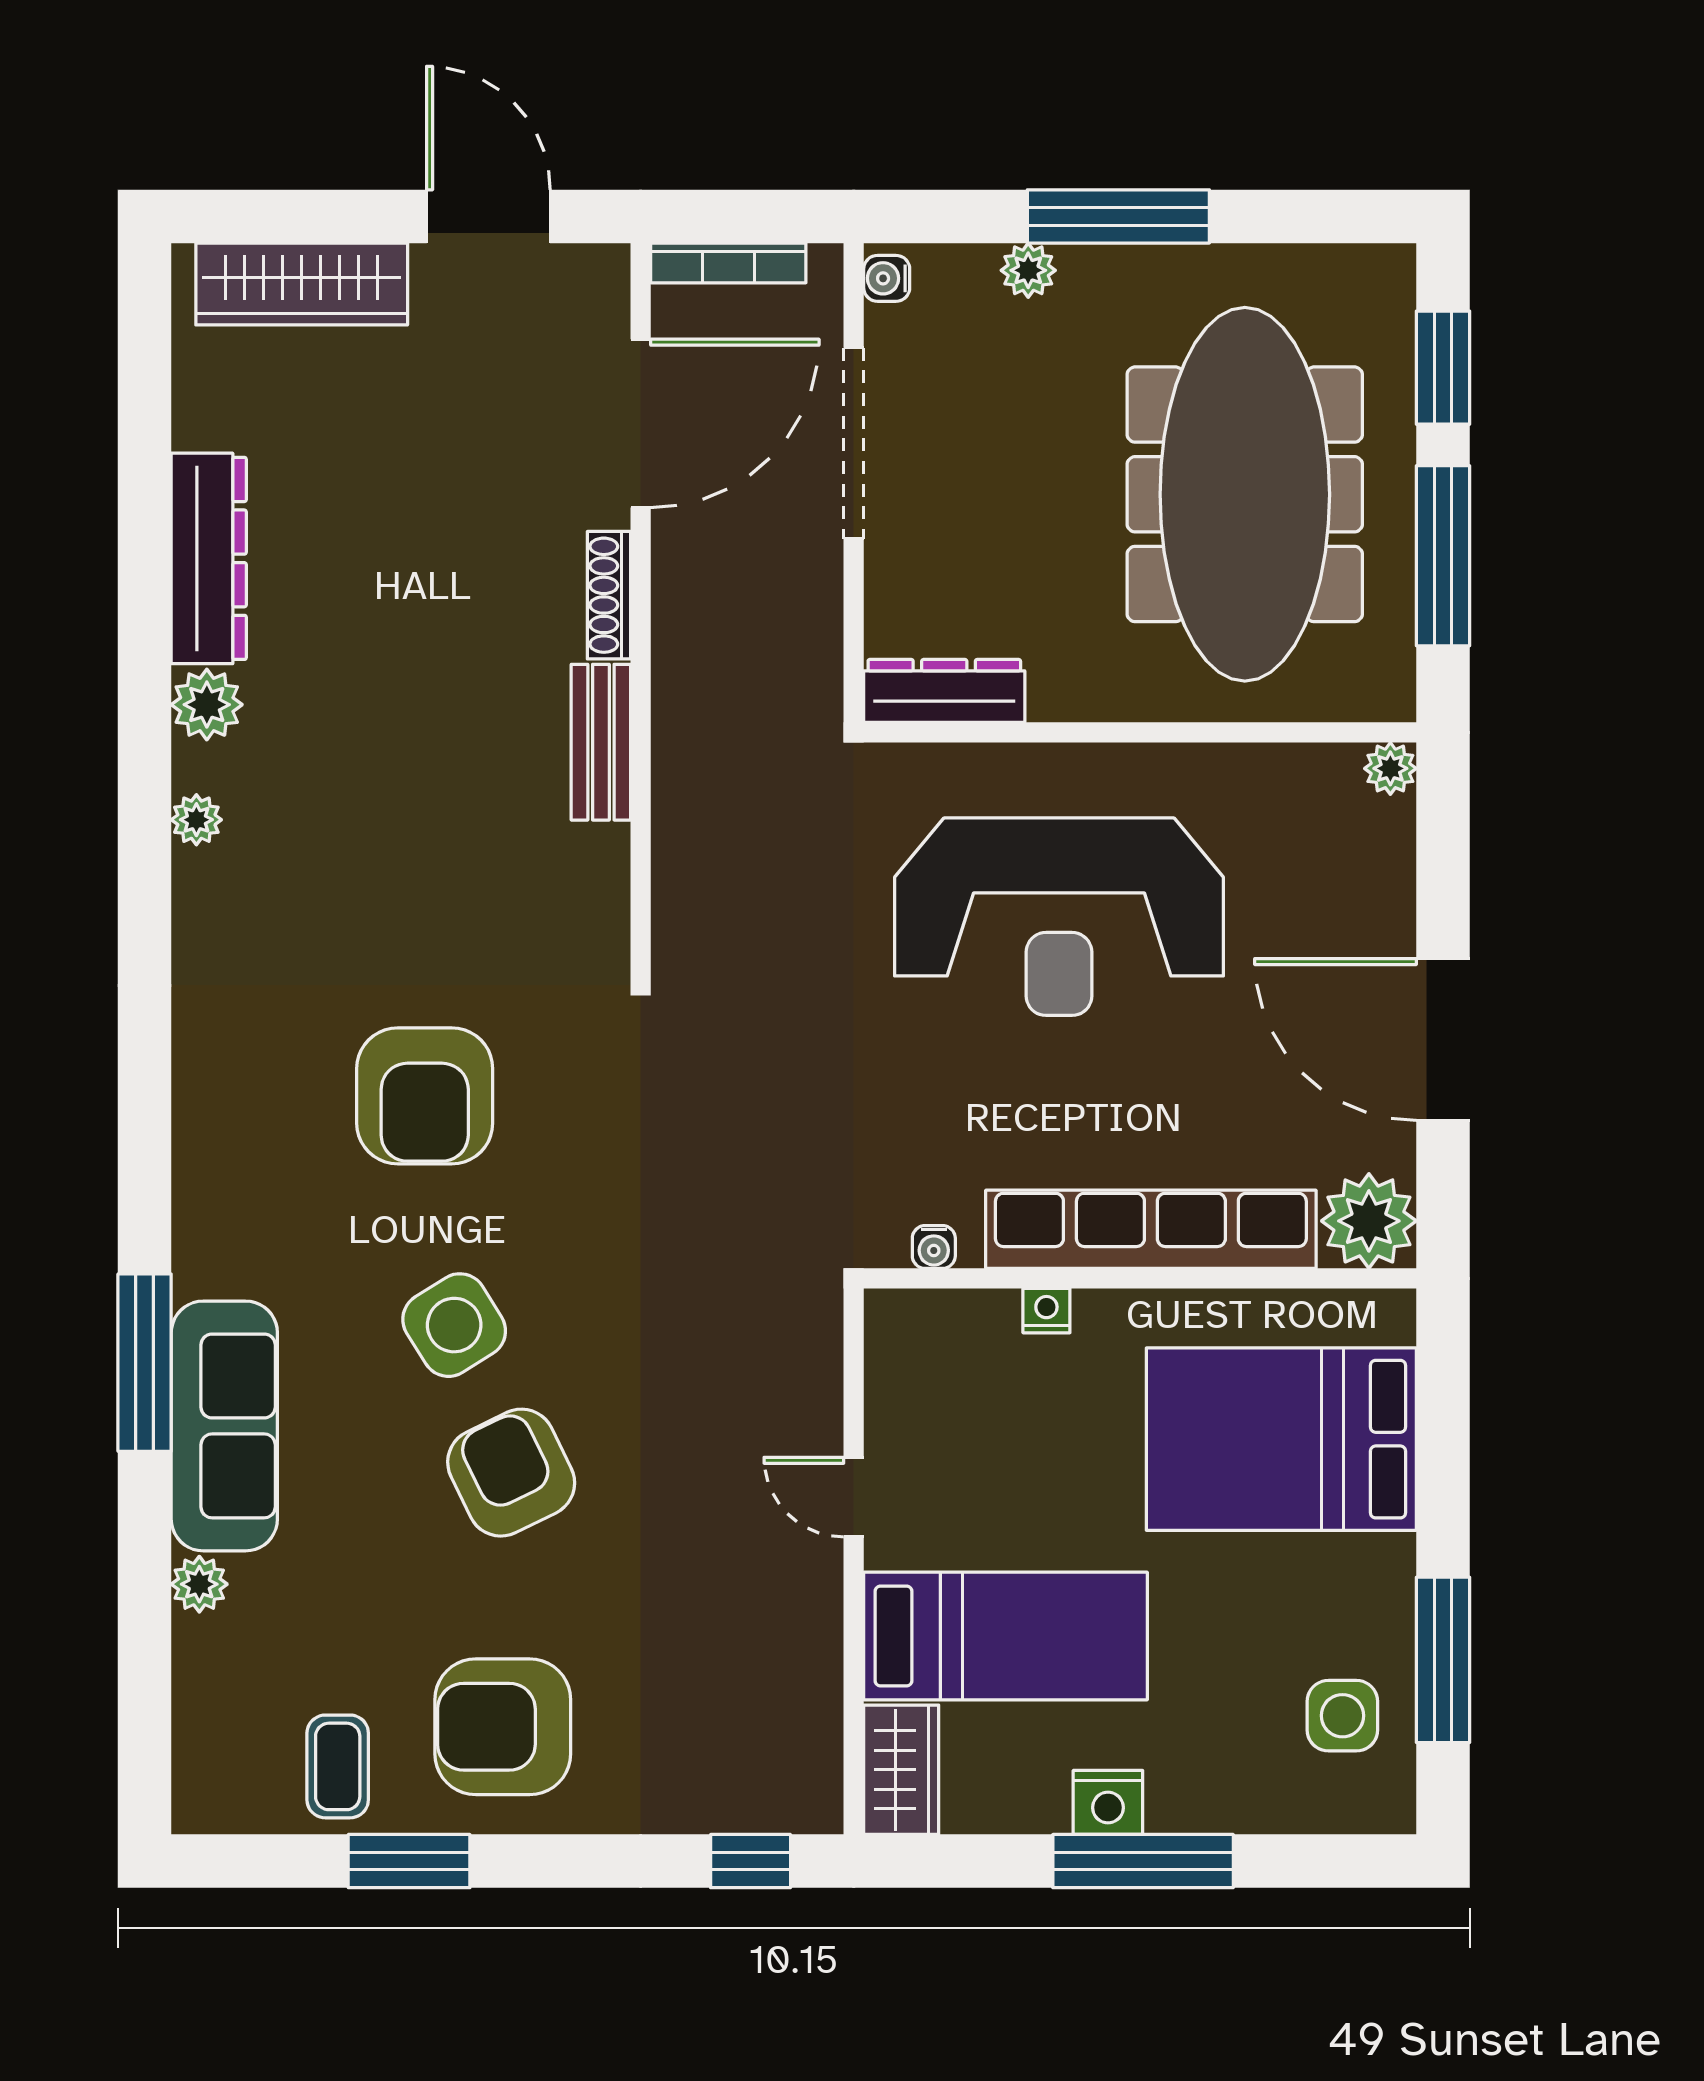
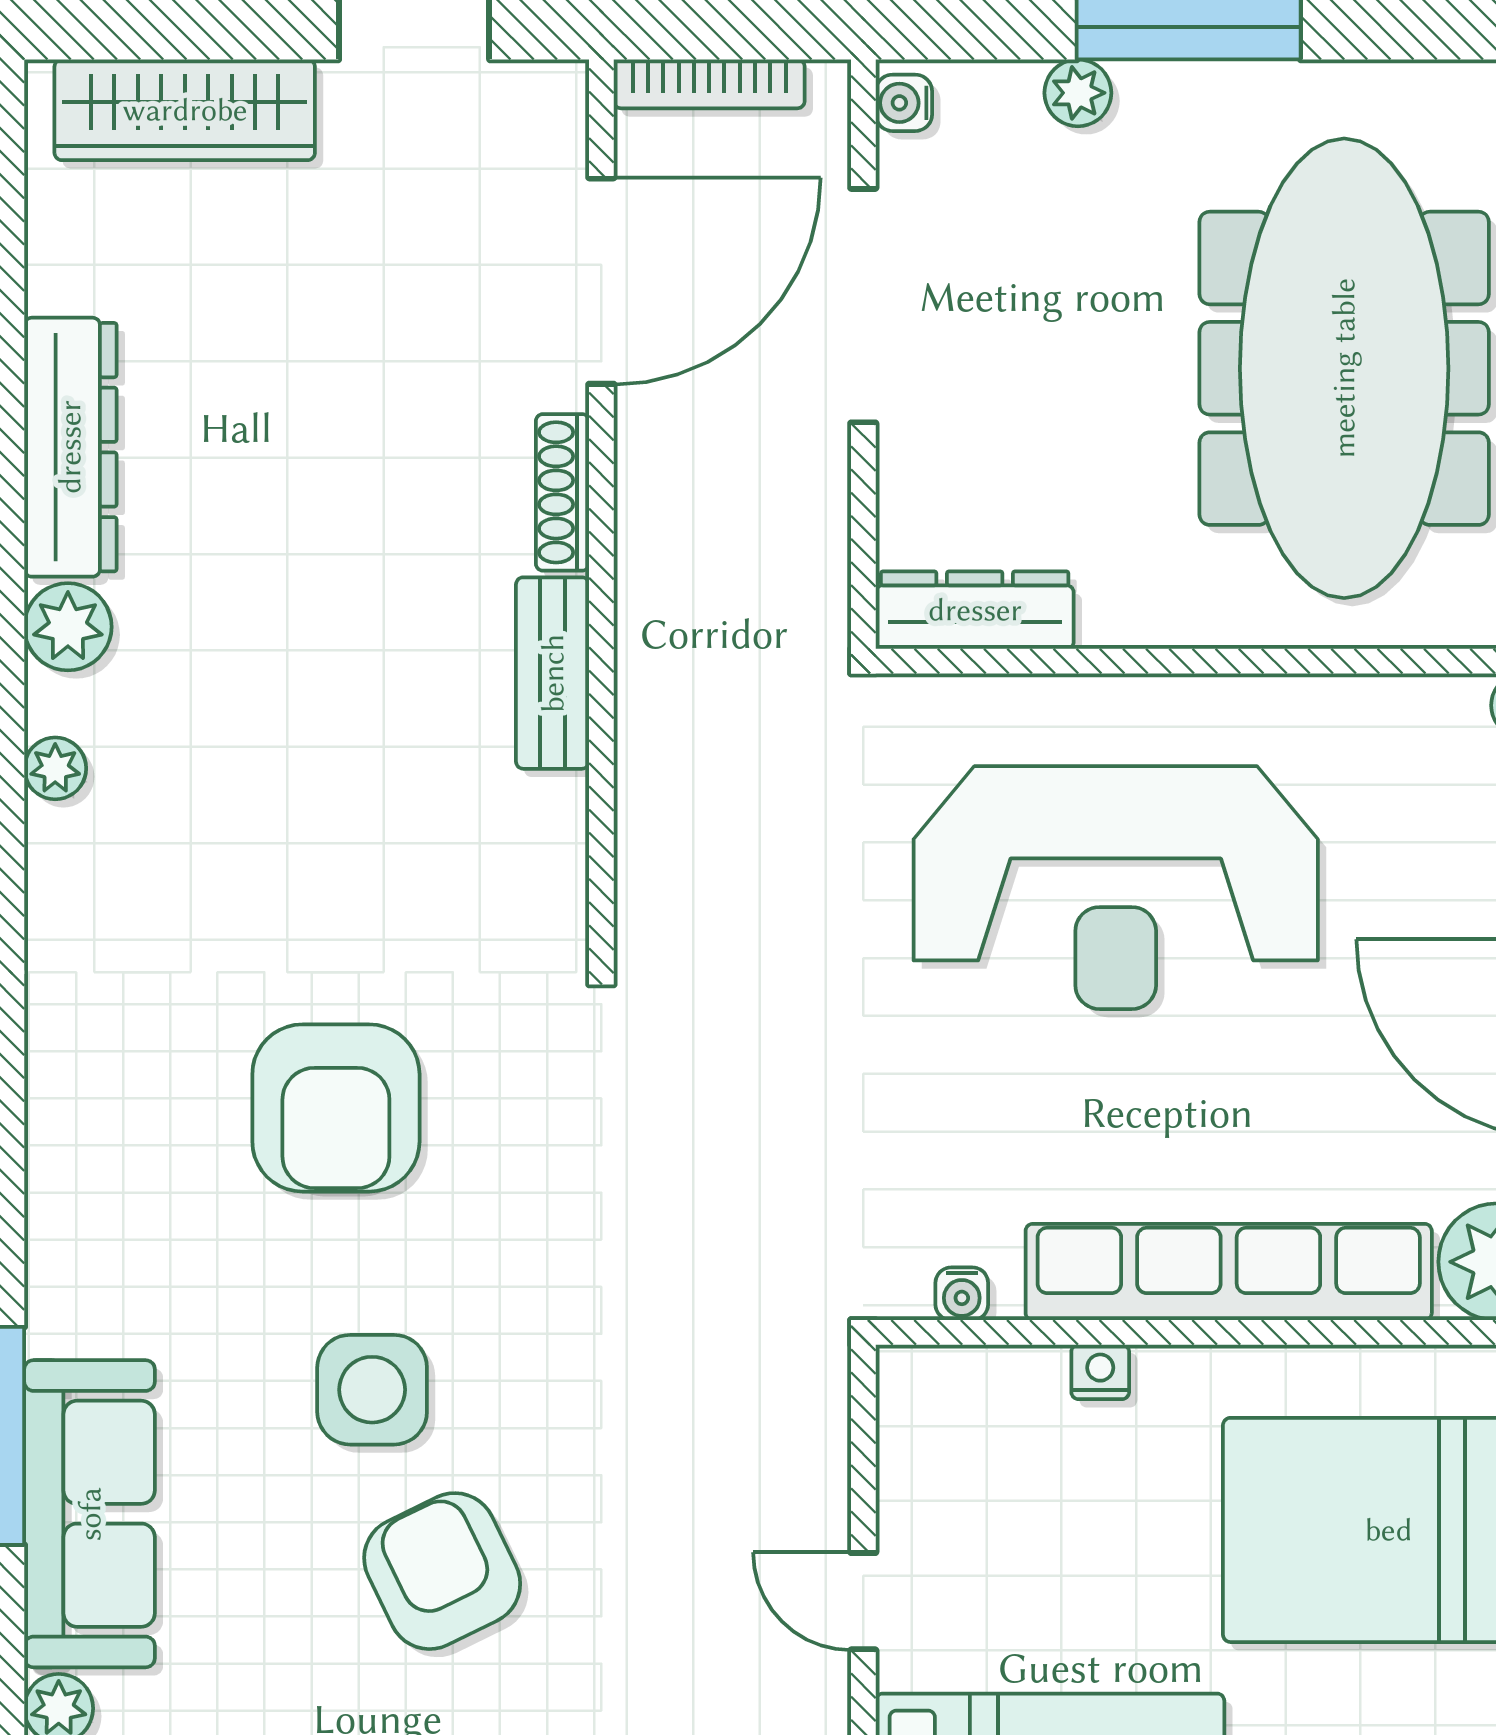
side table: (454, 1325) -> (372, 1390), turned 32

